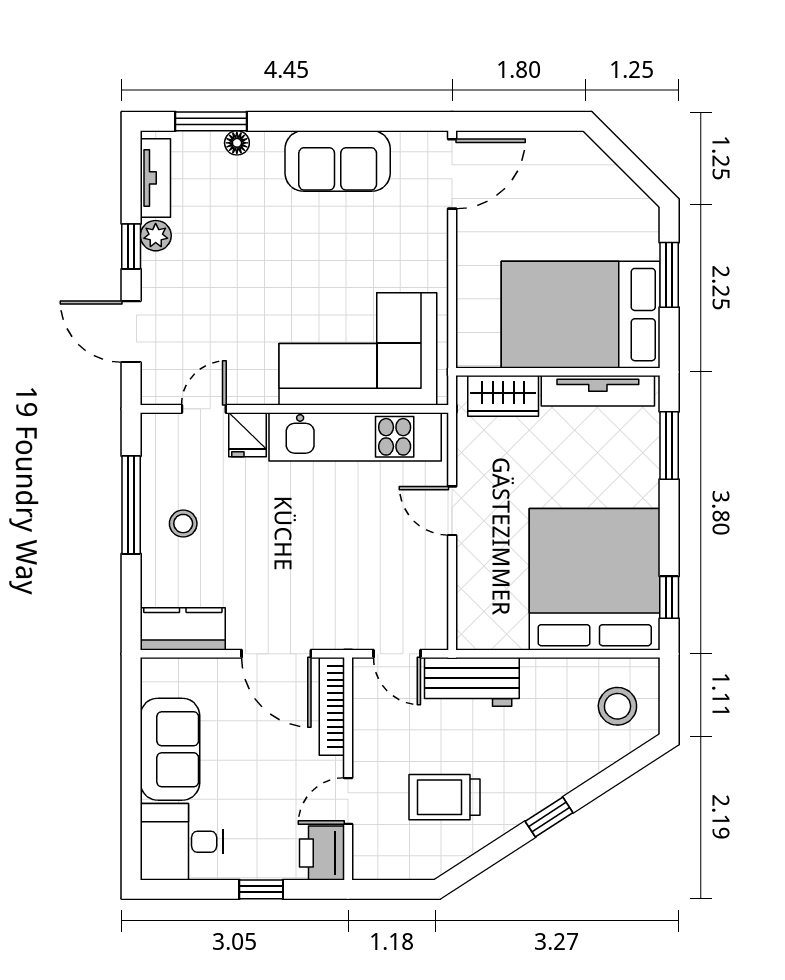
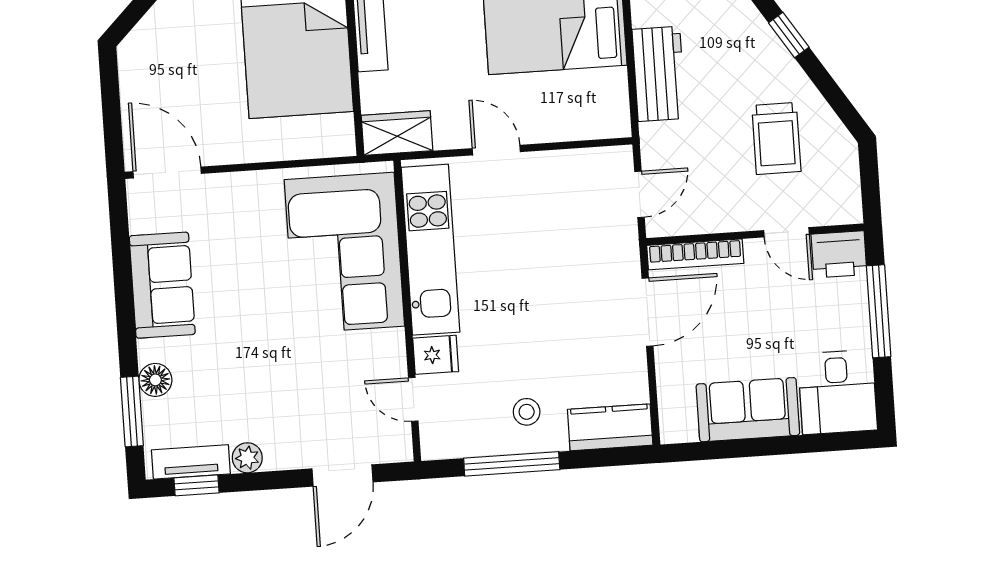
floor lamp: (237, 143) -> (155, 380), width x1.37, depth x1.37
window: (131, 246) -> (197, 485), moved
wardrobe: (503, 396) -> (397, 133), moved, turned -90
door: (452, 511) -> (496, 150), swing flipped
kitchen counter: (183, 629) -> (610, 427), moved, turned 90
workbench: (472, 682) -> (659, 74), moved
window: (261, 889) -> (879, 311), width x2.17

